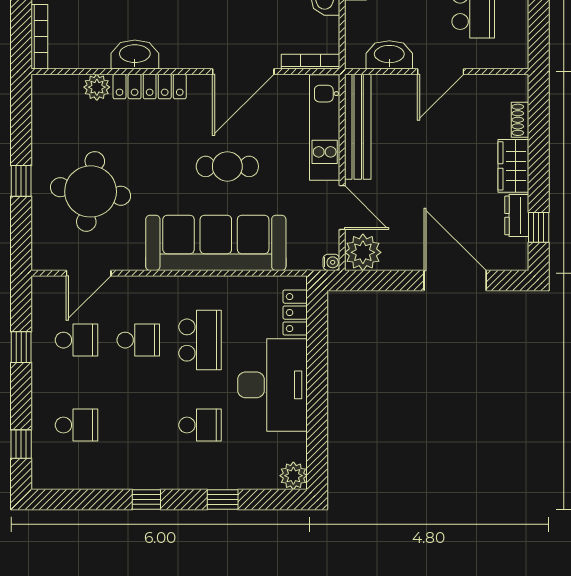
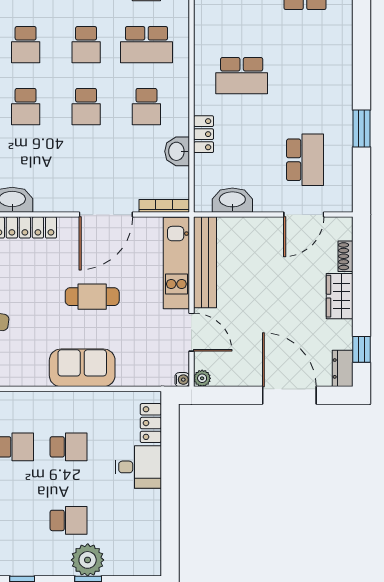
door: (441, 72) -> (304, 214), moved
dresser: (517, 215) -> (343, 368), moved
sofa: (216, 243) -> (82, 368), width x0.54, depth x0.79
plant: (363, 252) -> (202, 378), width x0.53, depth x0.53
school desk: (200, 340) -> (69, 447), width x0.54
desk: (273, 385) -> (138, 467), width x0.53, depth x0.77
plant: (293, 476) -> (88, 560), moved, width x1.36, depth x1.36

